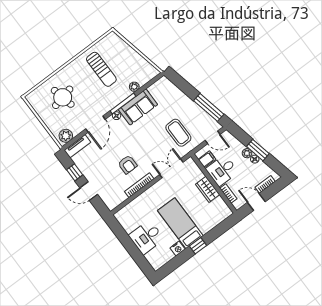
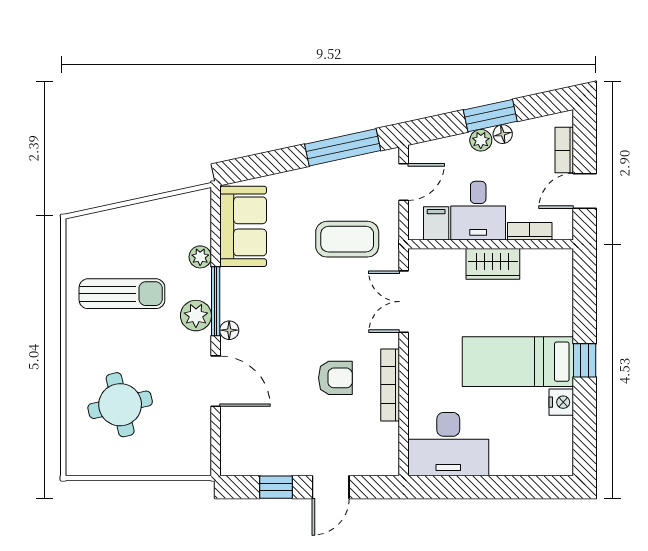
sofa: (138, 107) -> (243, 226), moved
plant: (66, 136) -> (196, 316), moved
tv unit: (77, 146) -> (231, 445), removed
desk: (146, 237) -> (448, 444), moved, width x1.37

